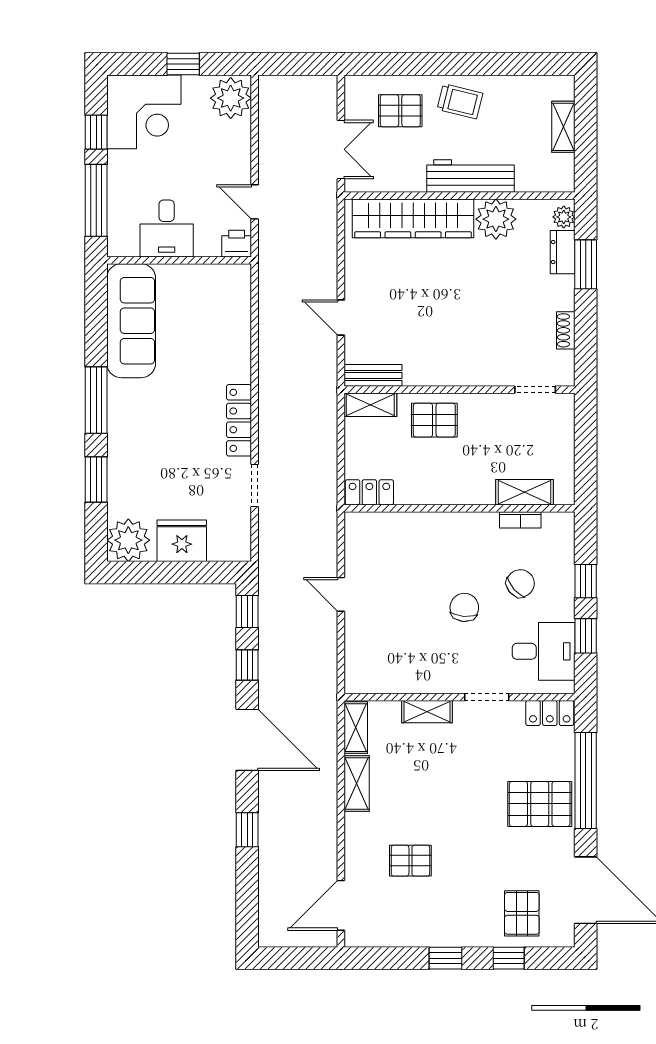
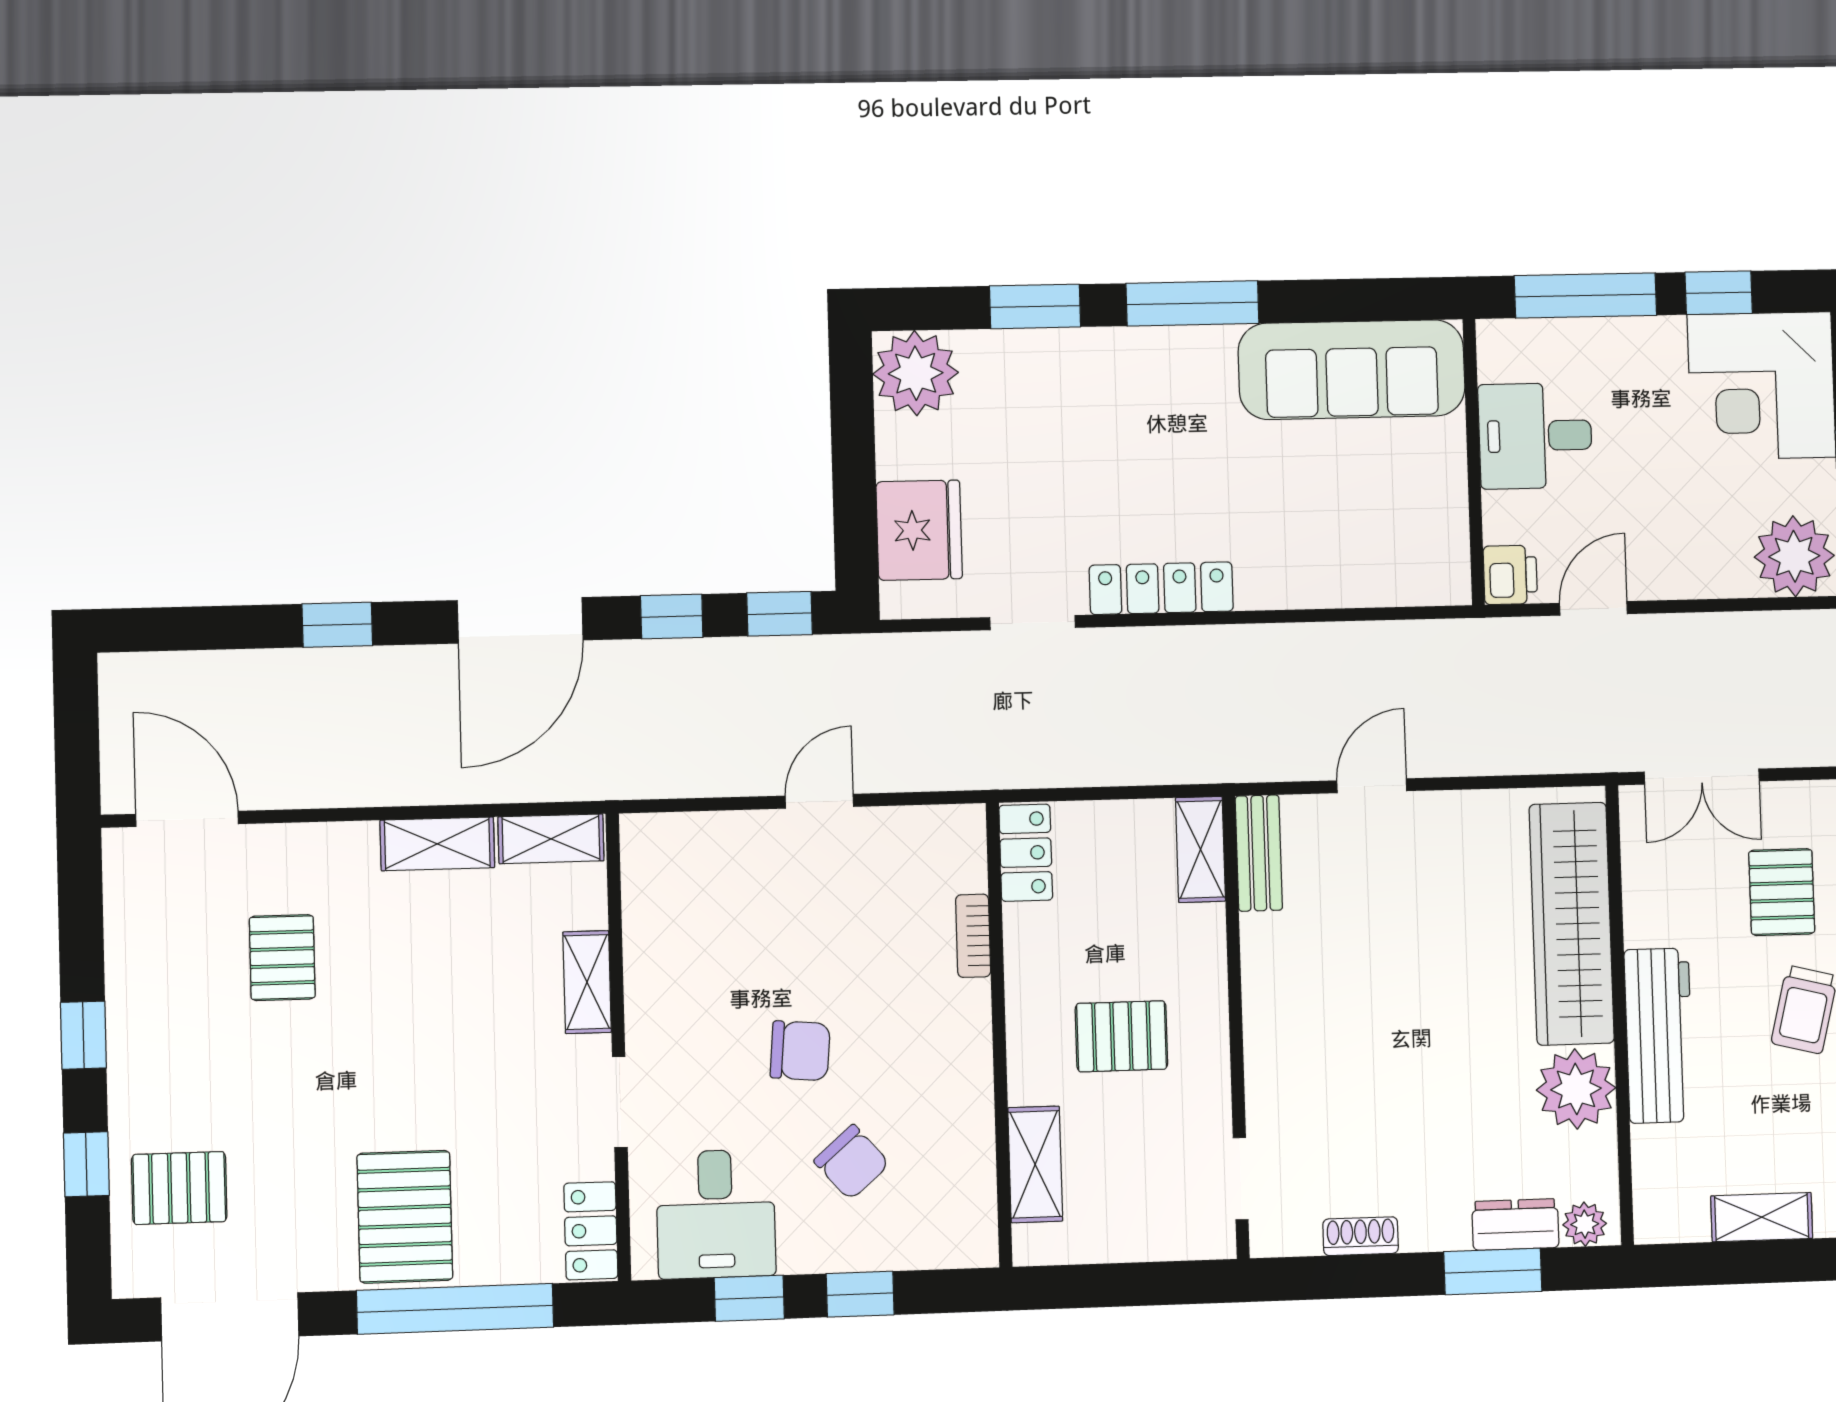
pallet: (434, 420) -> (1121, 1036), moved, turned 90
bookcase: (520, 520) -> (973, 936), moved
fridge: (182, 541) -> (919, 530), moved

